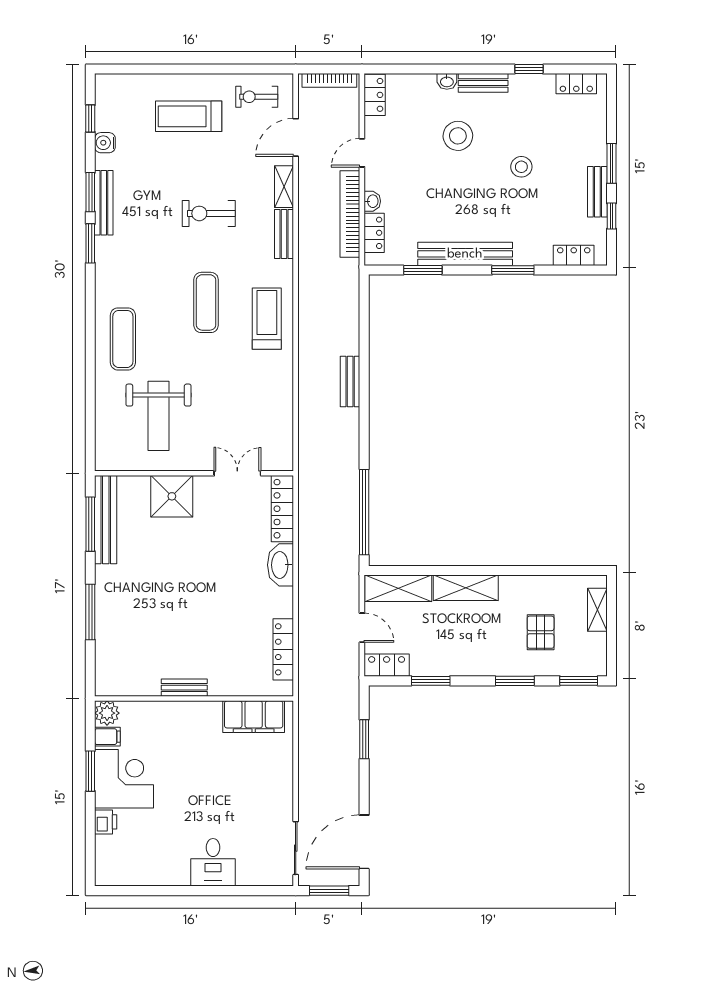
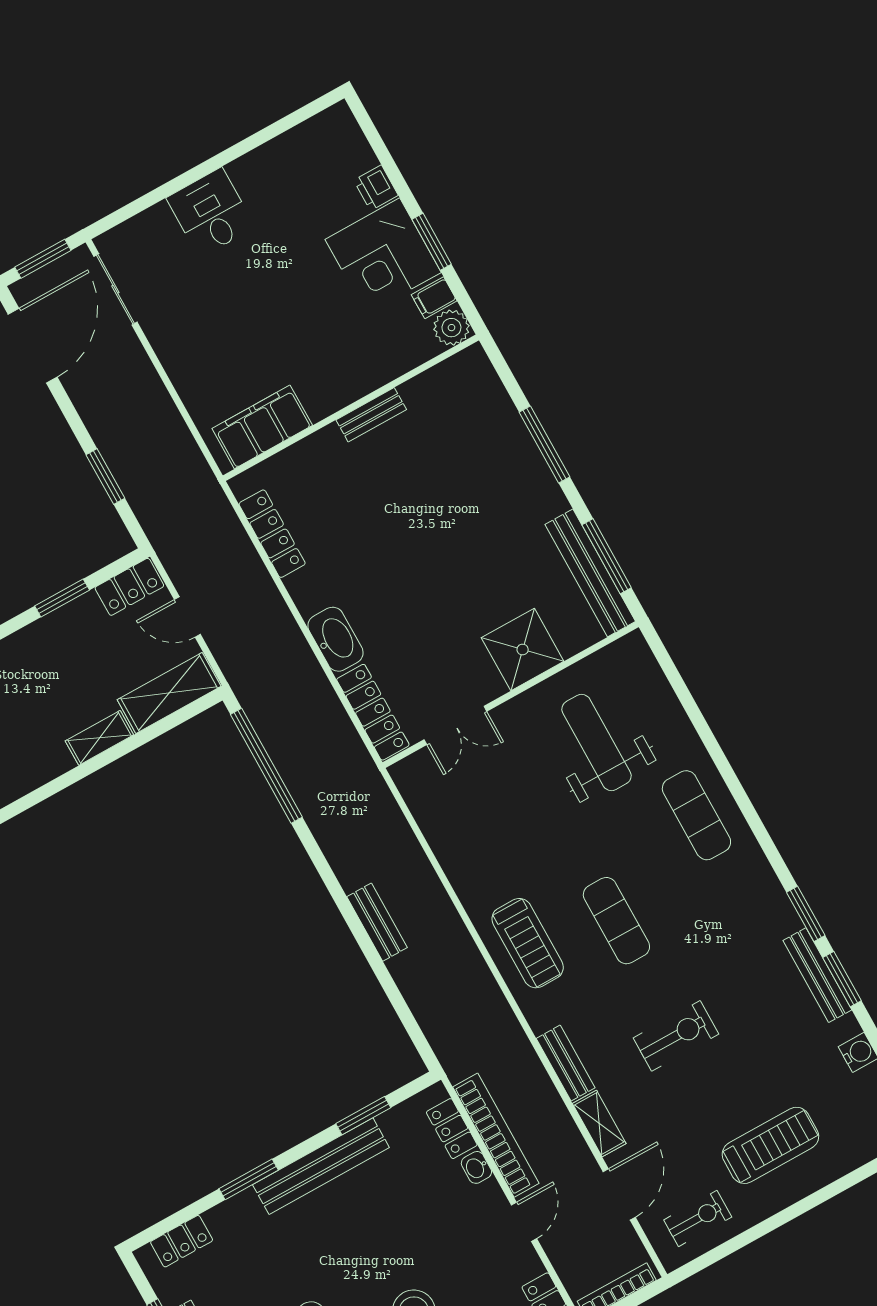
shelving: (466, 588) -> (99, 738), width x0.67, depth x0.75

